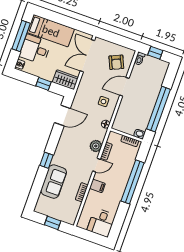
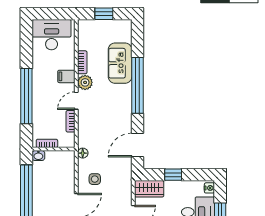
plant: (96, 146) -> (85, 82), moved
window: (46, 160) -> (137, 85), width x3.17
desk: (101, 223) -> (52, 35), width x1.37

